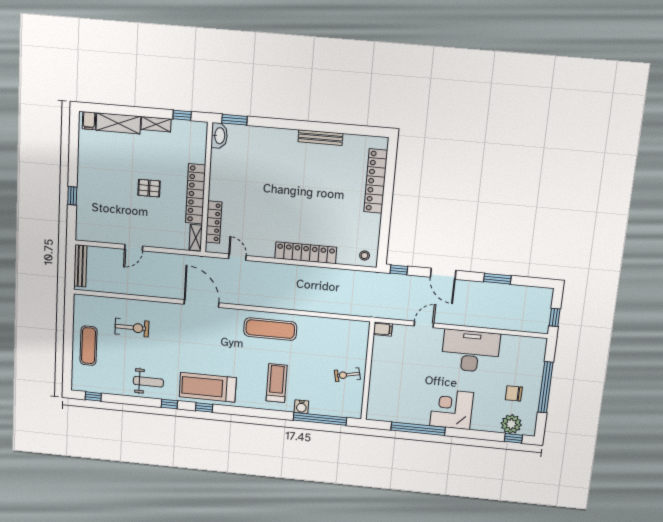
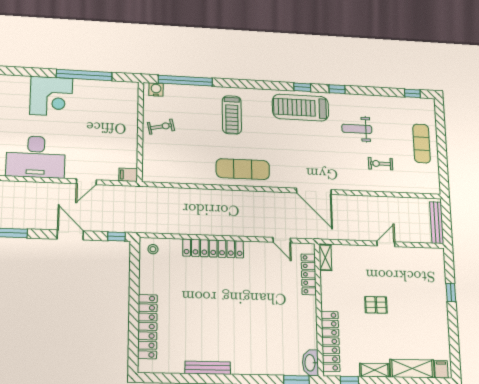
locker: (196, 194) -> (330, 341), moved
exercise bike: (132, 328) -> (381, 164), width x0.73, depth x0.72
weight bench: (148, 382) -> (357, 129), moved
treadmill: (208, 387) -> (300, 108), turned 180
water cooler: (301, 407) -> (156, 90), moved

